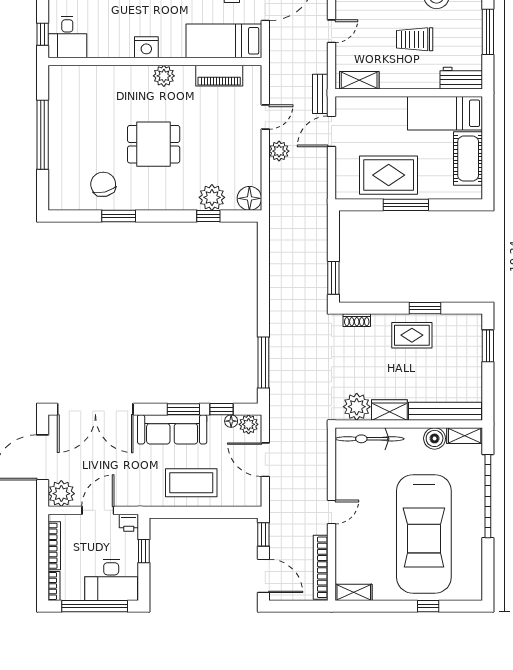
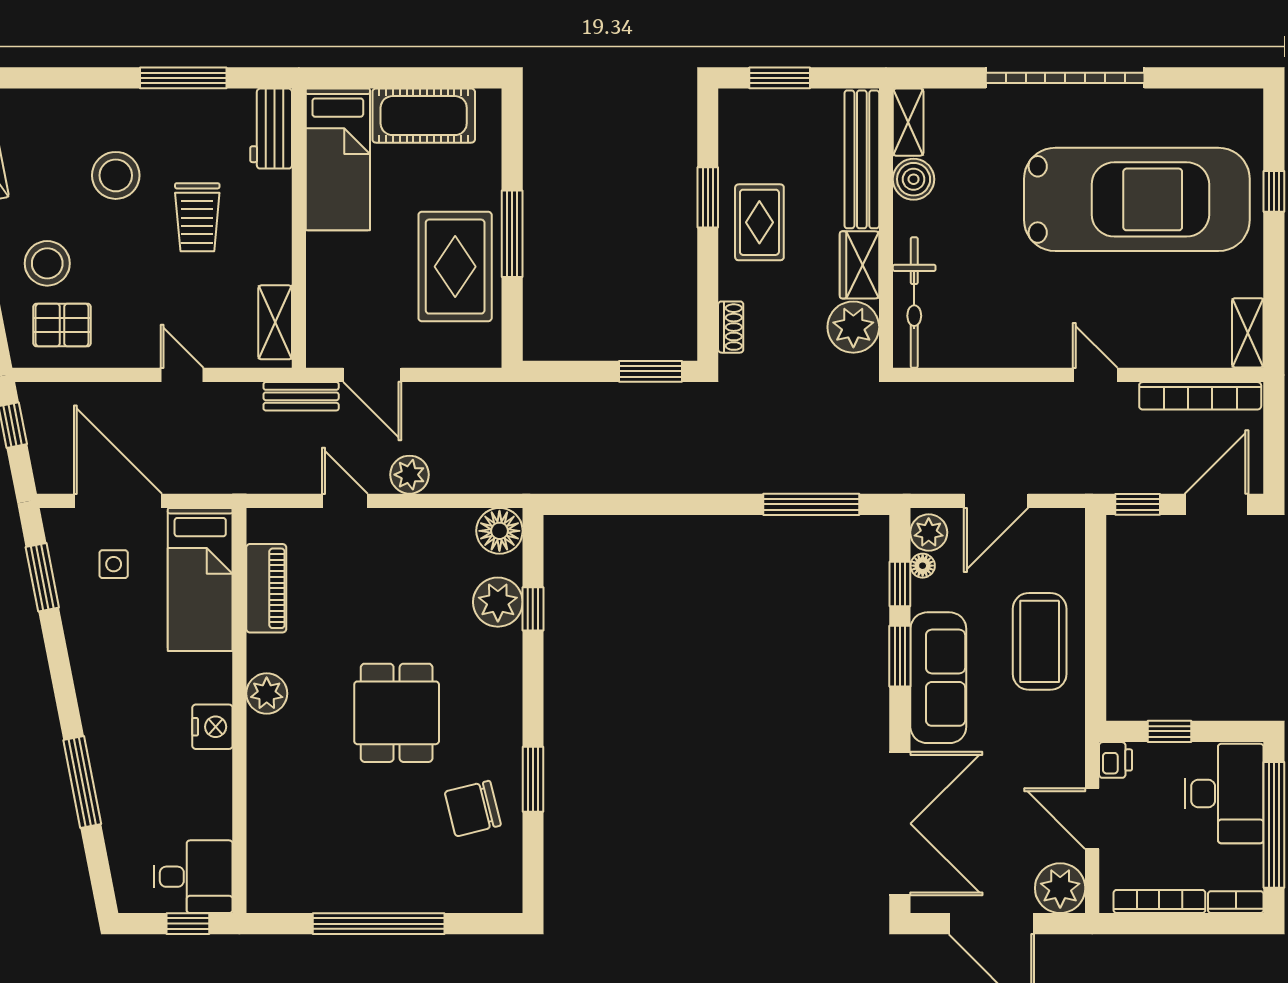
plant: (357, 407) -> (853, 327), moved
wardrobe: (389, 410) -> (859, 265), moved
bench: (445, 411) -> (862, 159), moved
wall: (409, 424) -> (886, 228), moved
shelving: (465, 436) -> (908, 122), moved
boiler: (435, 438) -> (914, 179), moved
bicycle: (370, 439) -> (914, 303), moved

